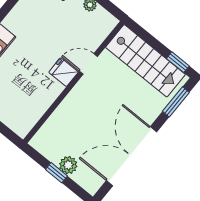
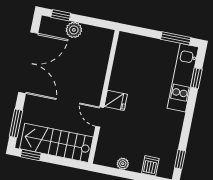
door: (88, 64) -> (100, 117), swing flipped
window: (56, 173) -> (61, 15), moved

